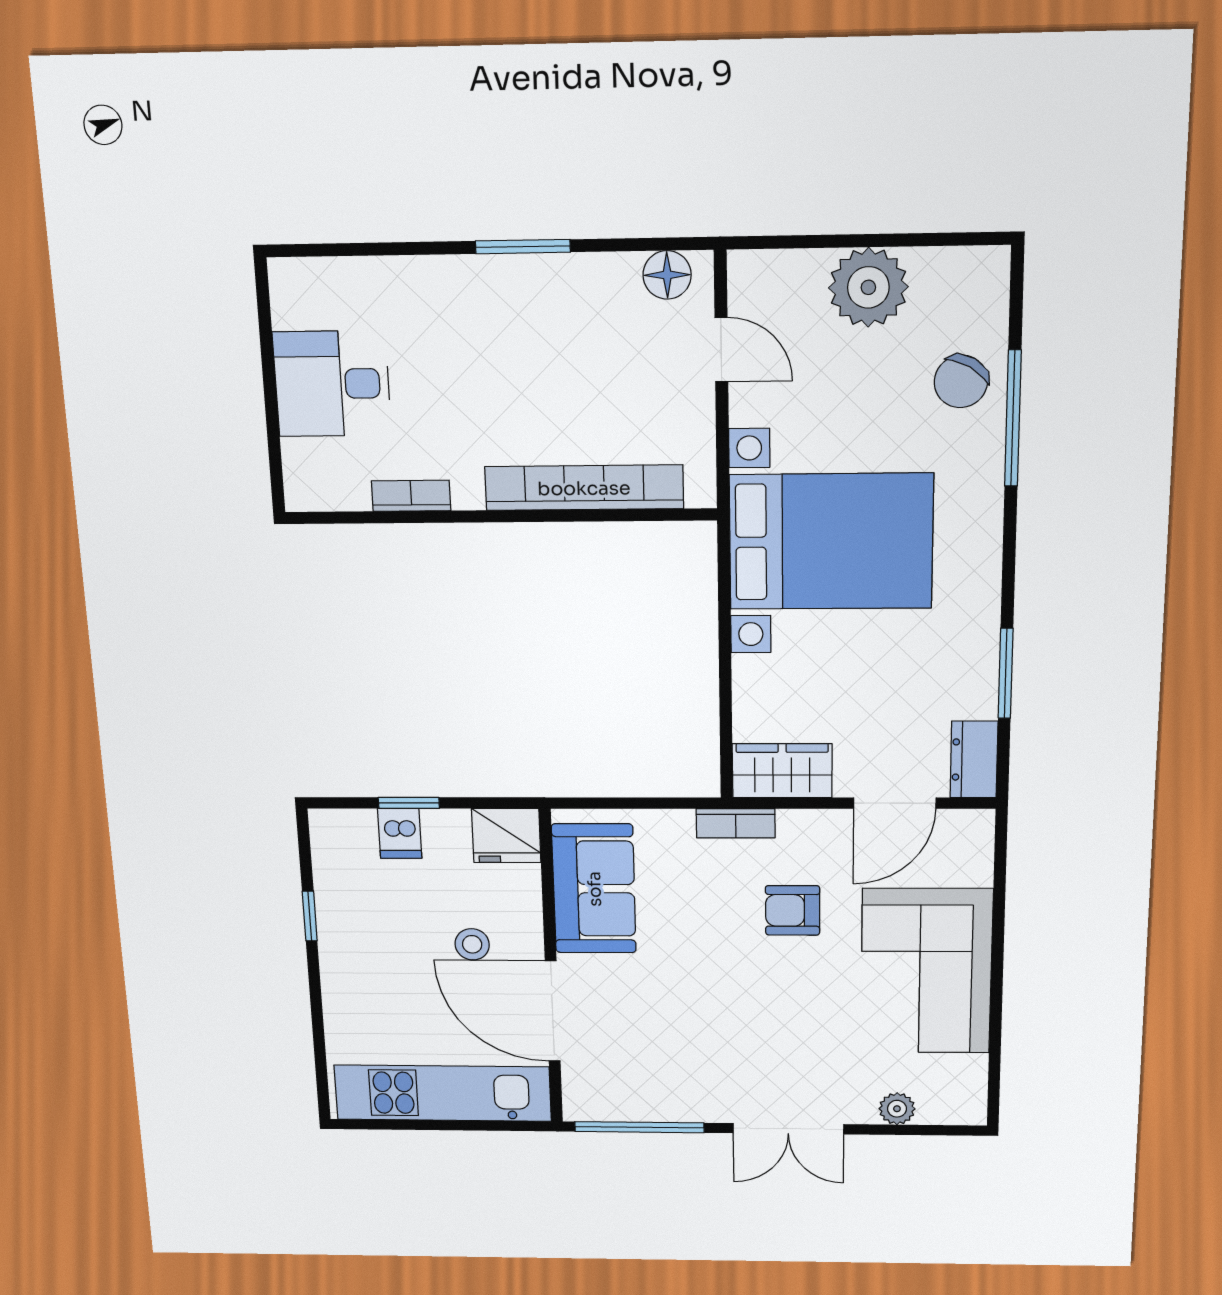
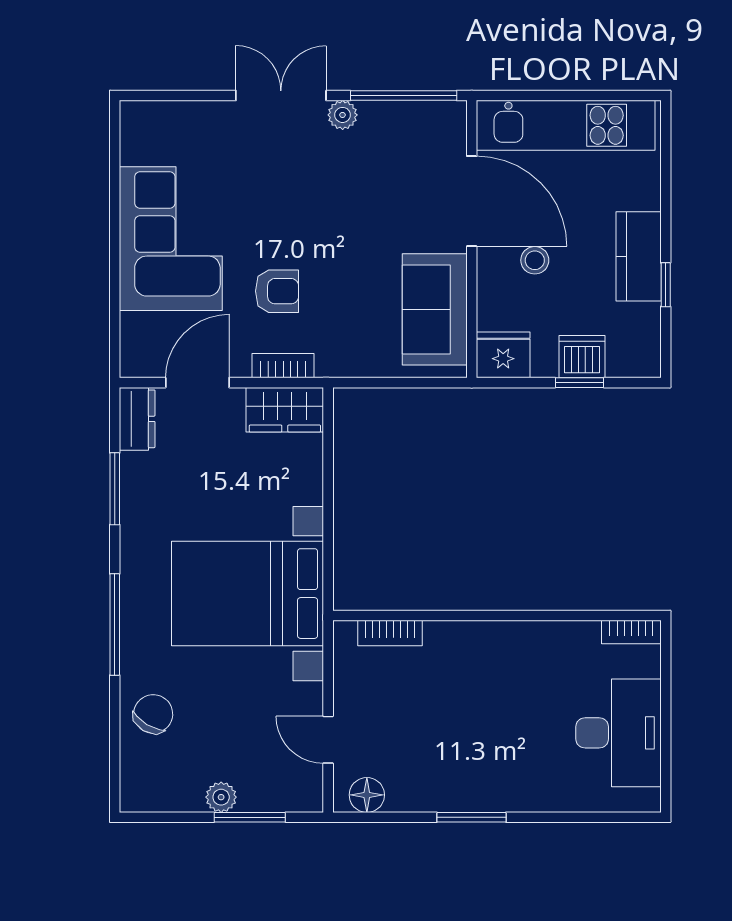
window: (829, 241) -> (250, 817), added
plant: (868, 287) -> (221, 797), width x0.53, depth x0.53
desk: (332, 384) -> (619, 733), width x1.37
window: (1013, 418) -> (115, 625), moved
bookcase: (584, 488) -> (390, 633), width x0.43, depth x0.76
bookcase: (411, 496) -> (631, 632), moved
bookcase: (736, 823) -> (283, 366), moved
dishwasher: (400, 833) -> (582, 357), width x1.38
kitchen counter: (345, 948) -> (639, 256), added
plant: (897, 1109) -> (343, 115), moved

